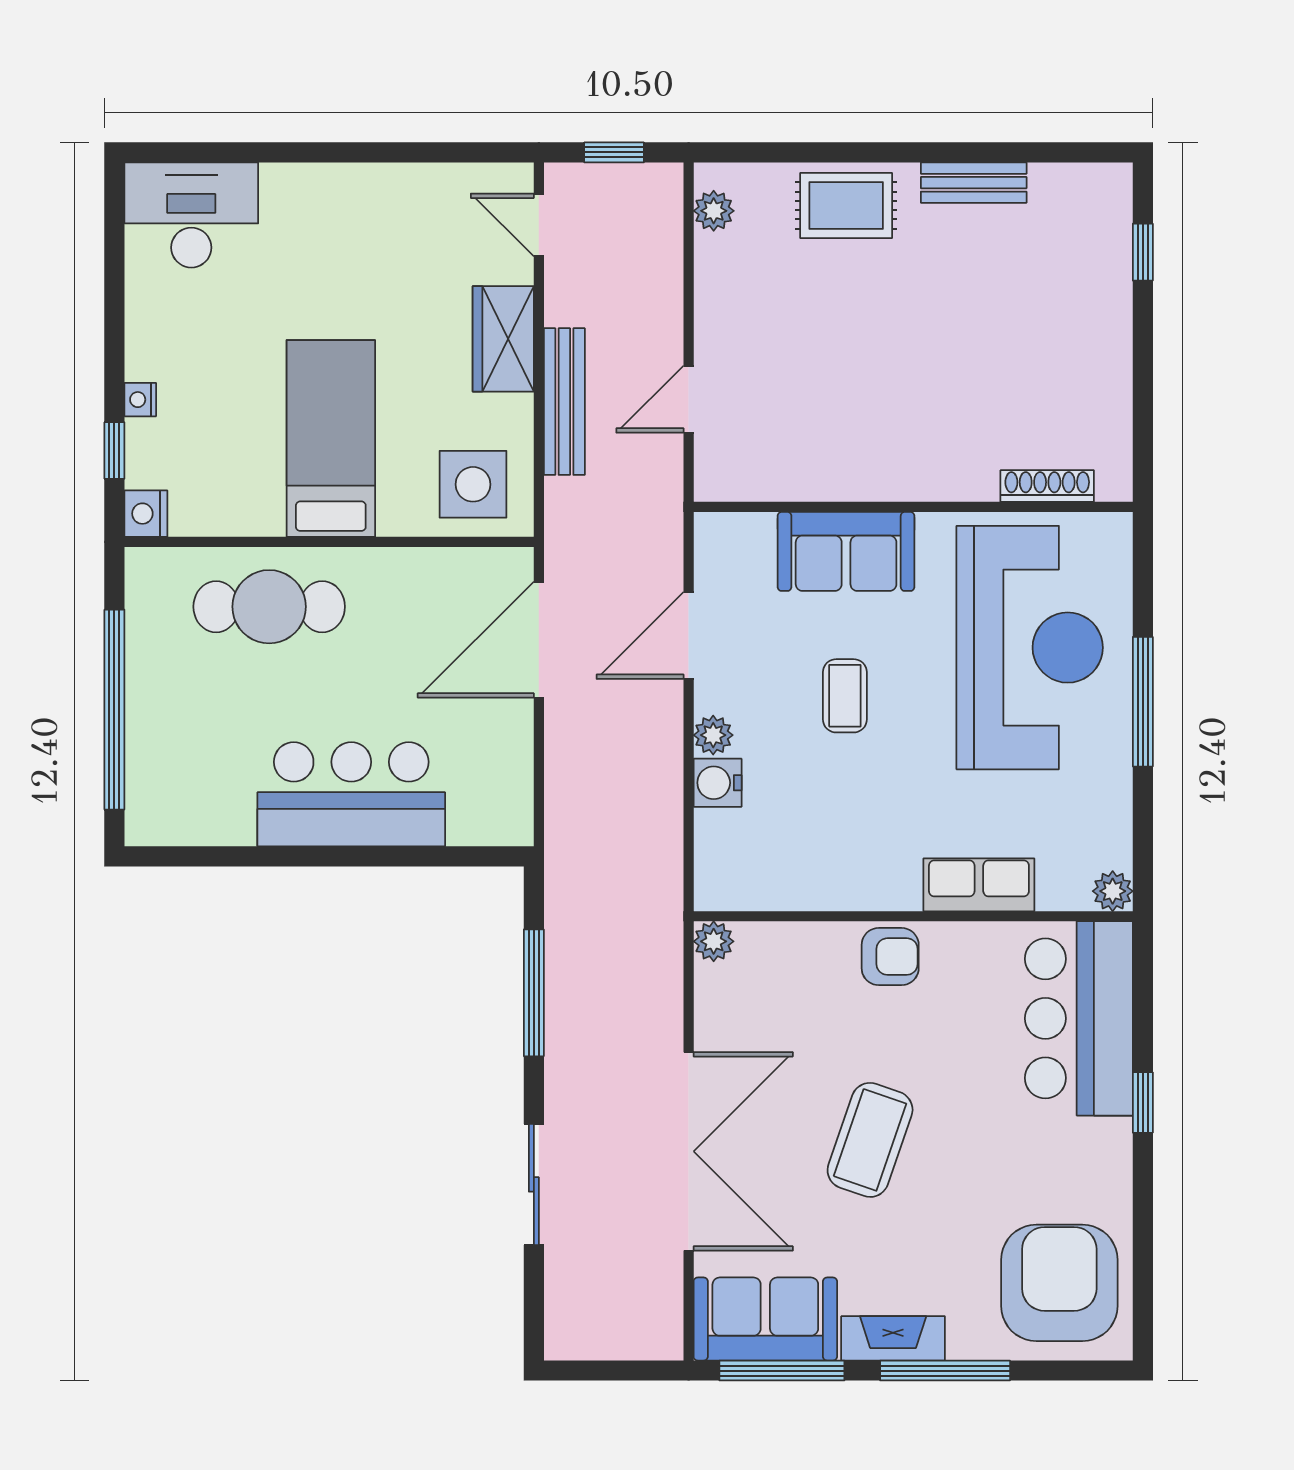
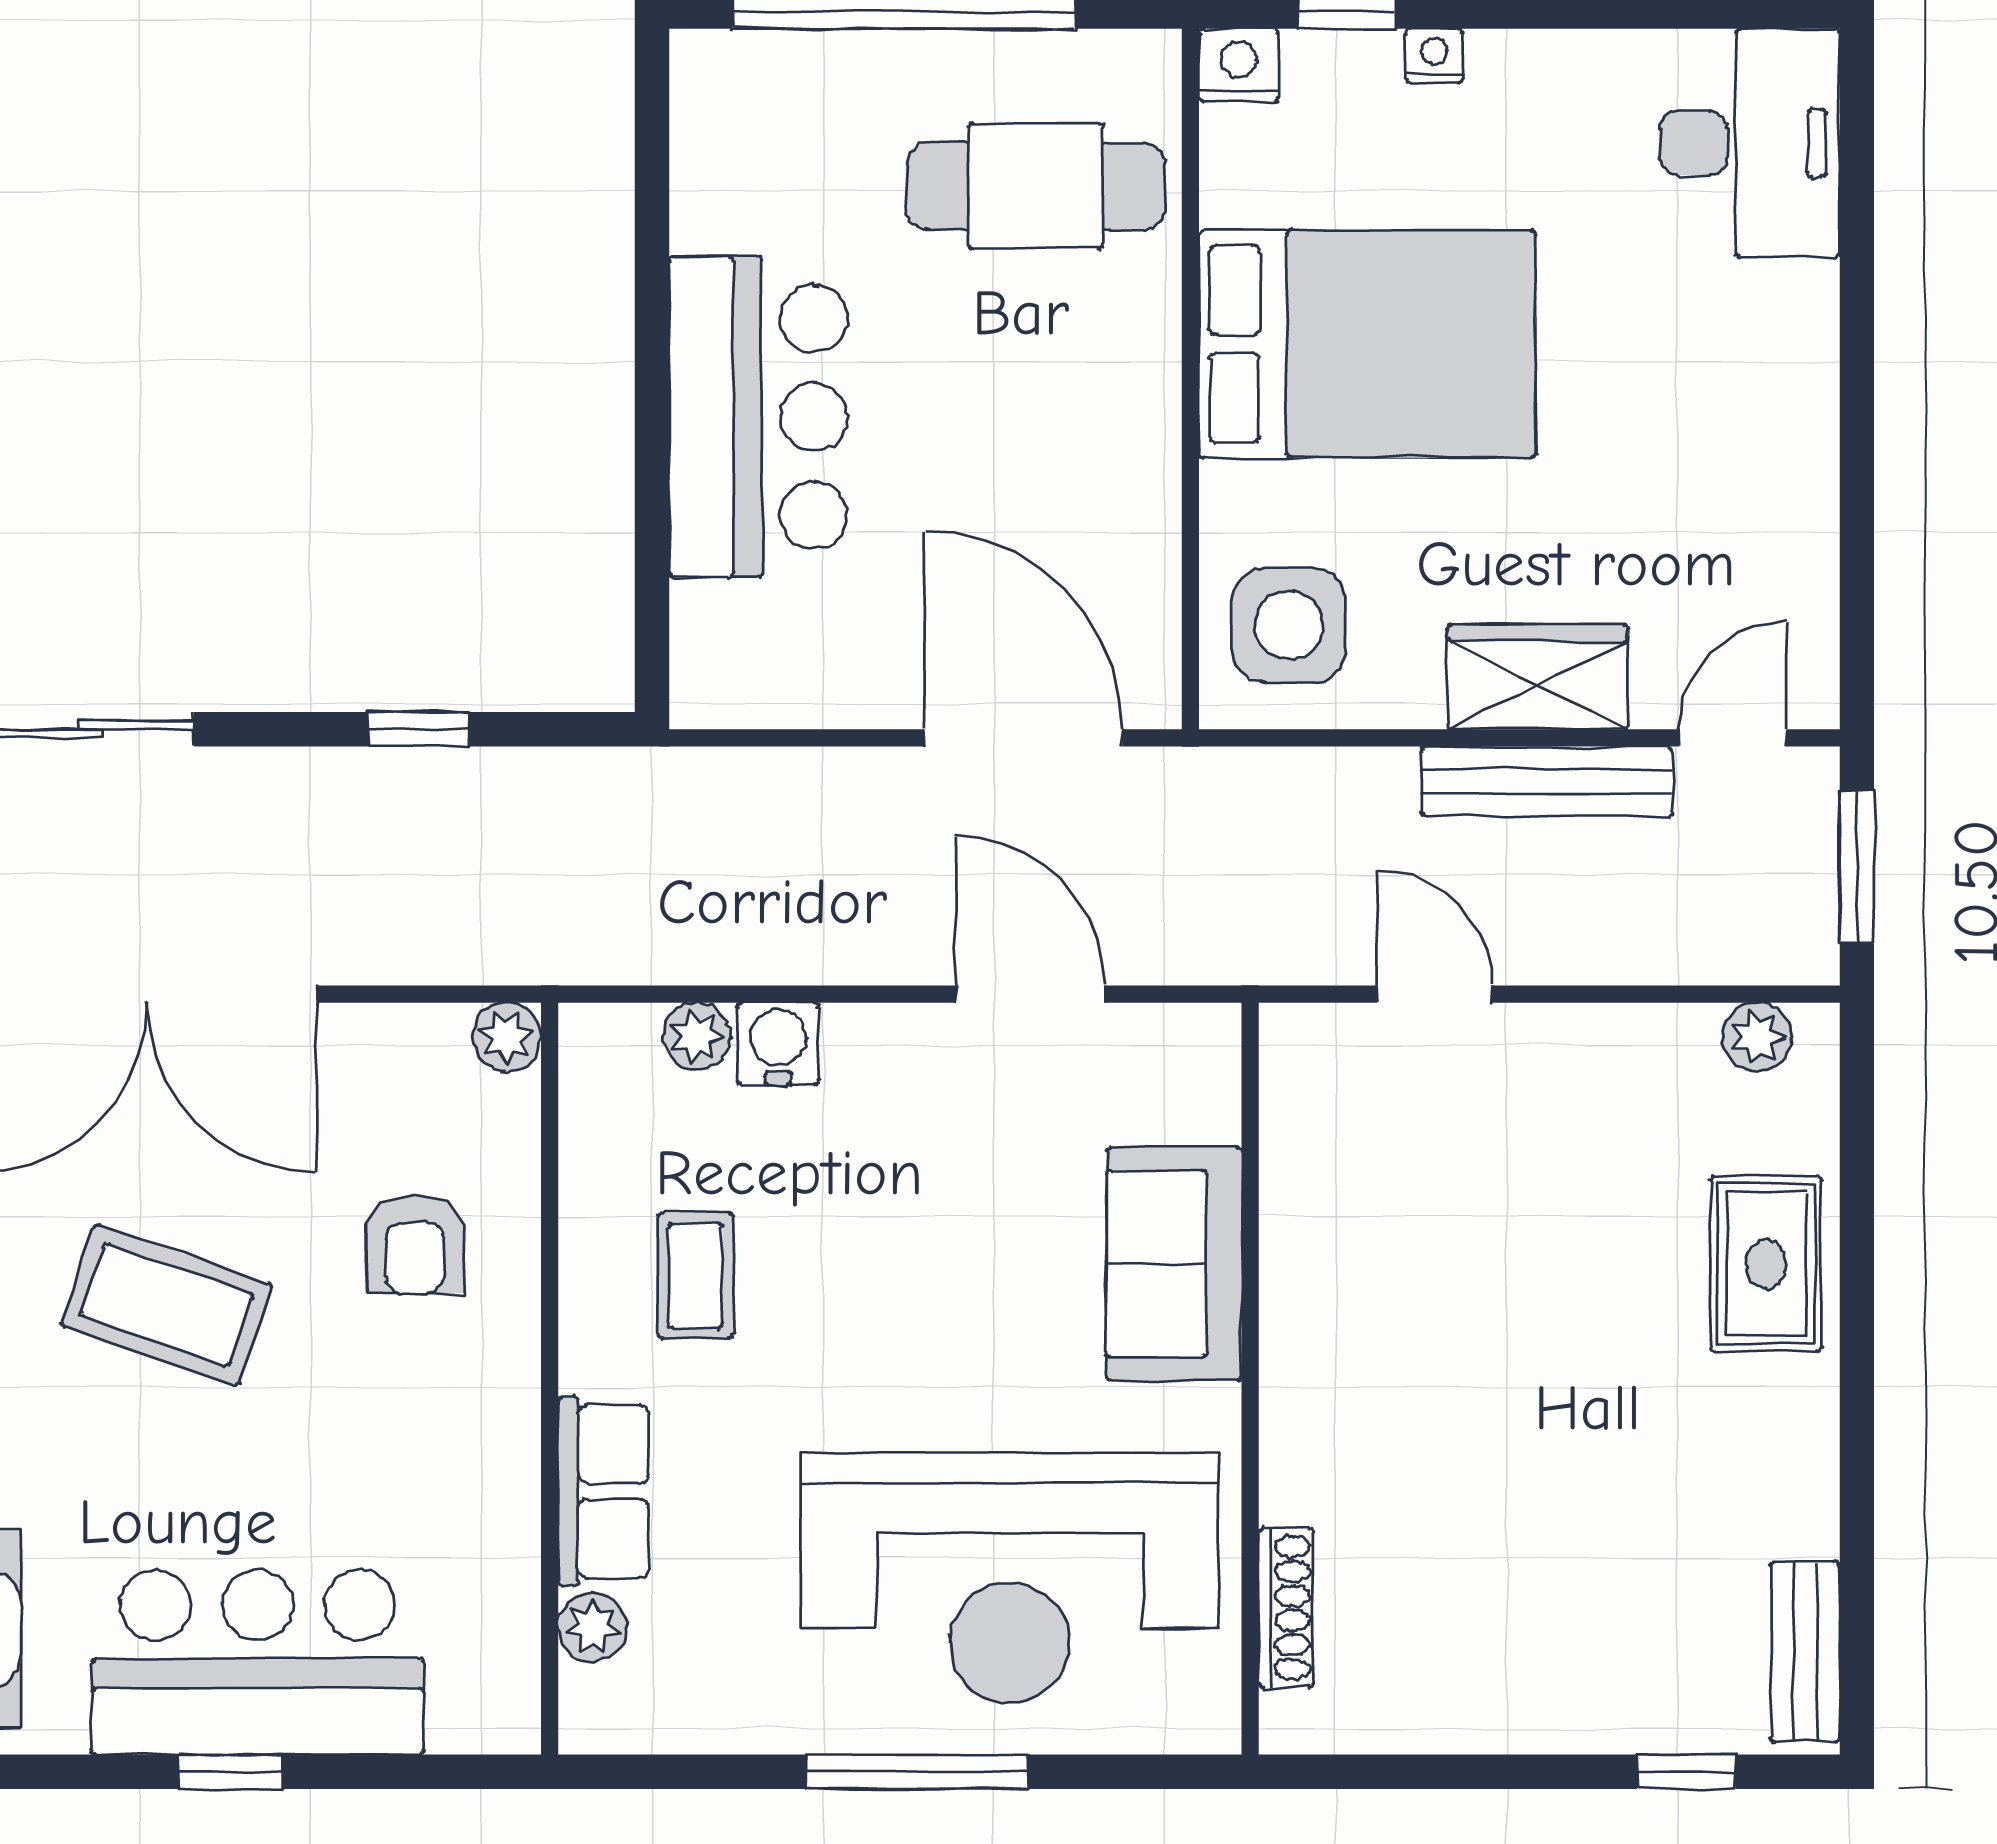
window: (614, 152) -> (1857, 867), width x1.50
bench: (974, 183) -> (1805, 1652), moved
bench: (564, 402) -> (1547, 782), moved
bed: (331, 438) -> (1367, 344), width x1.50
cafe table: (269, 607) -> (1036, 186), moved, turned 90
coffee table: (845, 696) -> (696, 1276), moved, turned 90
plant: (713, 735) -> (697, 1036), moved
plant: (1113, 891) -> (593, 1627), moved
armchair: (890, 957) -> (415, 1244), moved
window: (534, 993) -> (419, 729), width x0.46
bar counter: (1079, 1018) -> (258, 1662), moved

